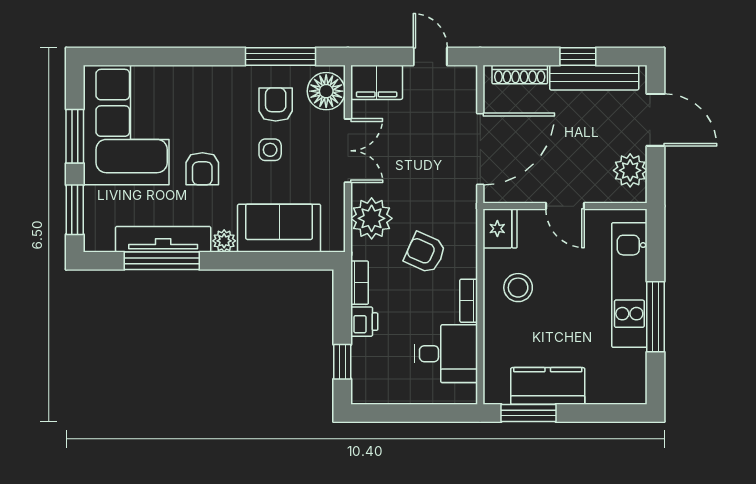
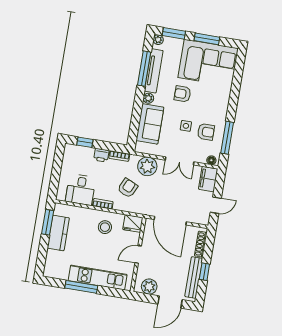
floor lamp: (326, 91) -> (211, 160), width x0.53, depth x0.53
plant: (94, 241) -> (158, 40), added

